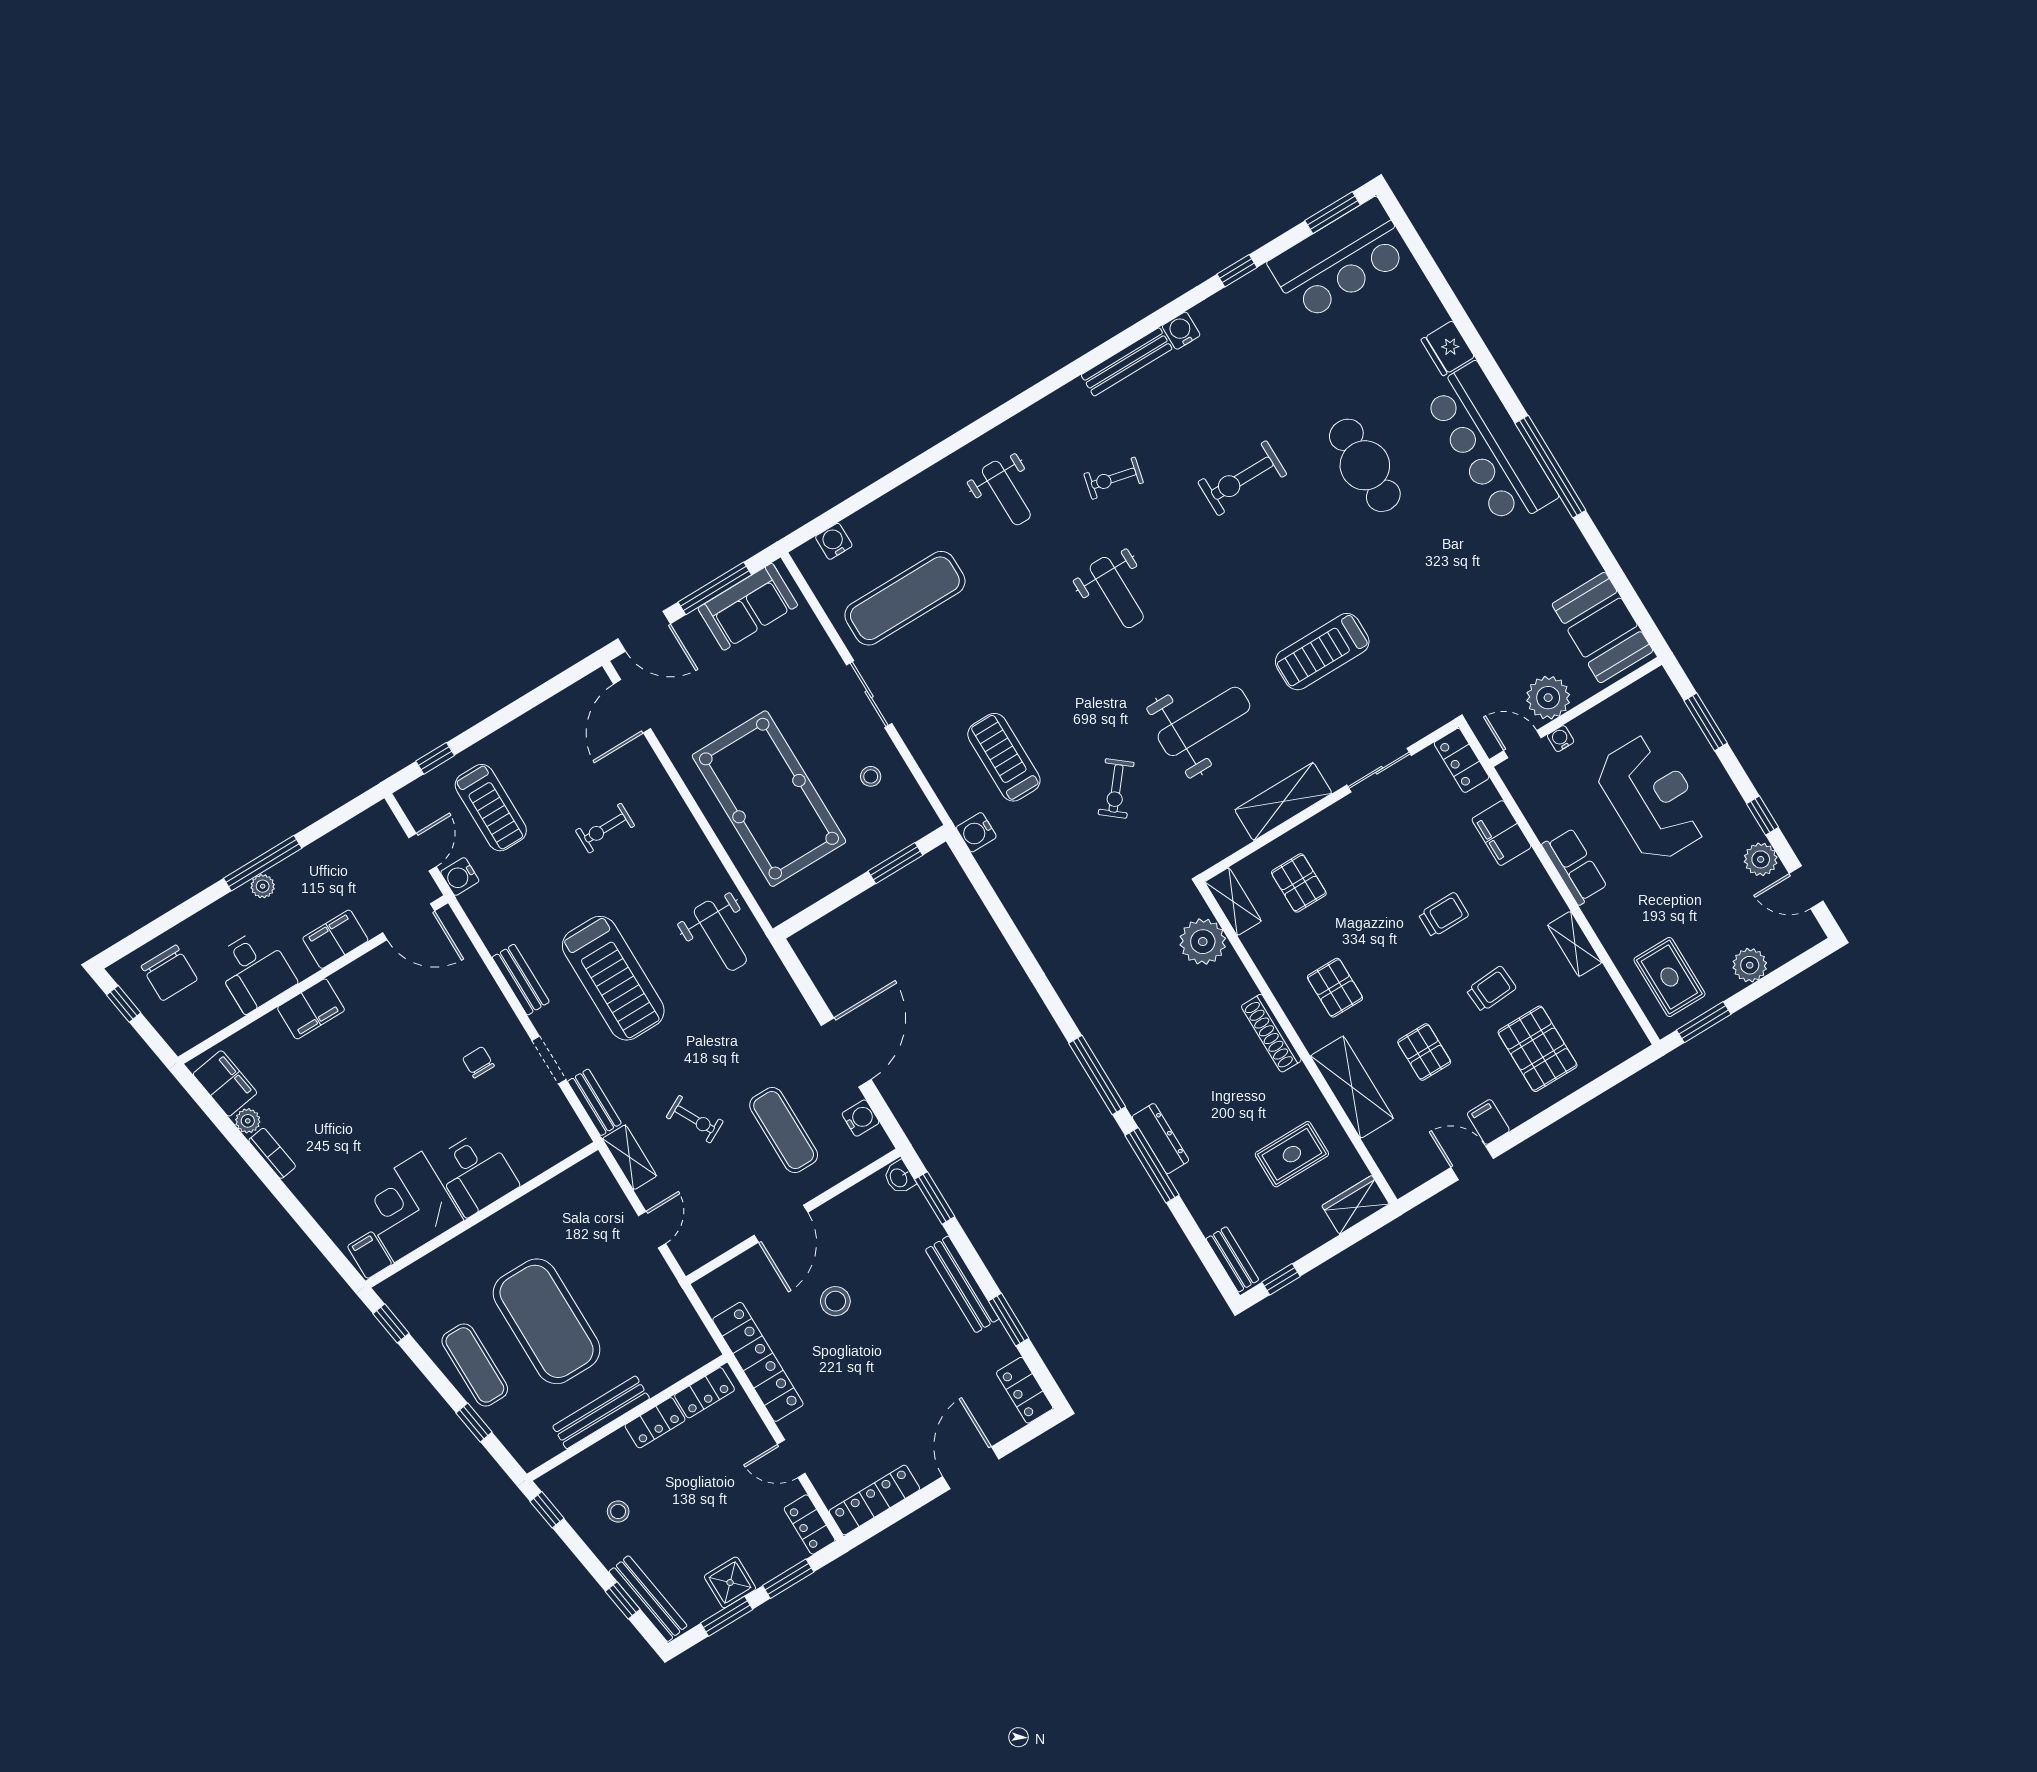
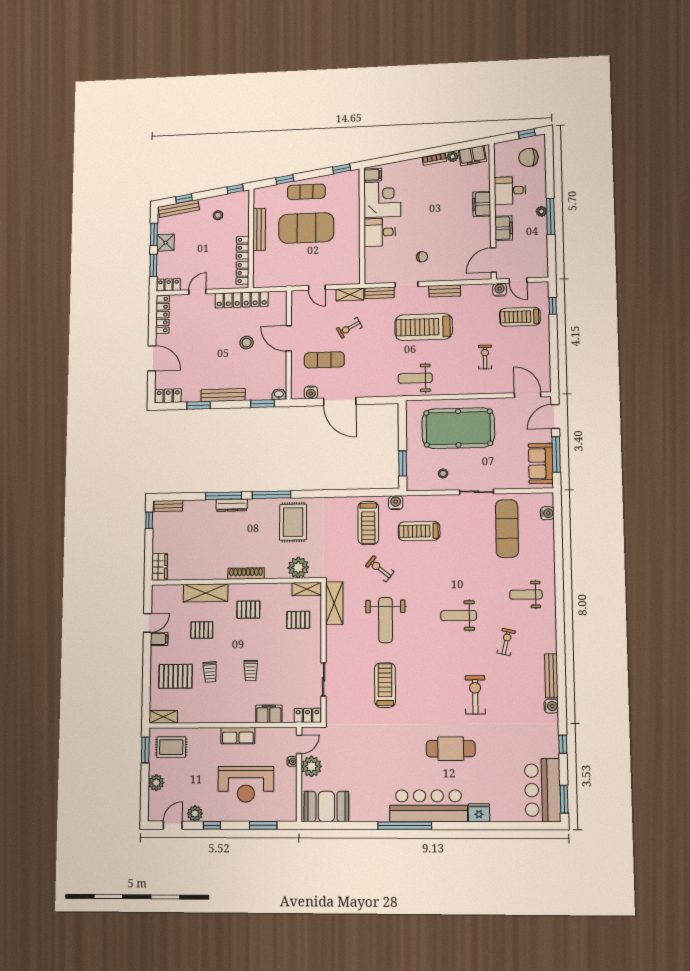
treadmill: (1004, 757) -> (419, 531), turned 180
shelving: (1283, 802) -> (334, 603), moved
treadmill: (1044, 861) -> (368, 523), added
shelving: (1575, 944) -> (163, 717), moved
rug: (1292, 1154) -> (293, 522), moved, width x1.36, depth x1.43

